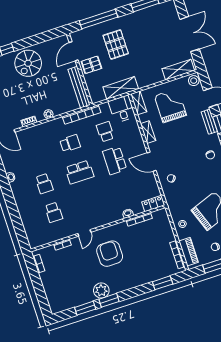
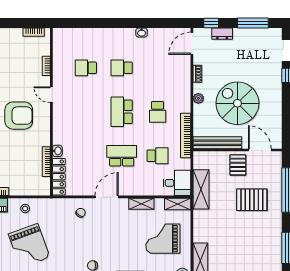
spiral stairs: (28, 63) -> (237, 103), moved, width x1.37, depth x1.37
grand piano: (170, 106) -> (163, 239), turned 180
locker: (153, 204) -> (59, 177), width x1.53

